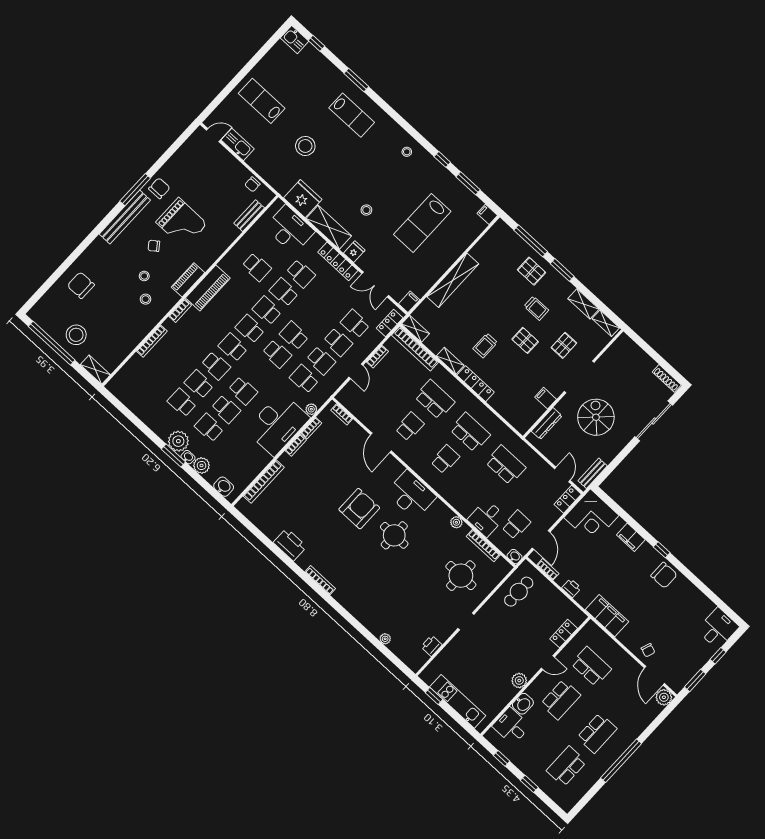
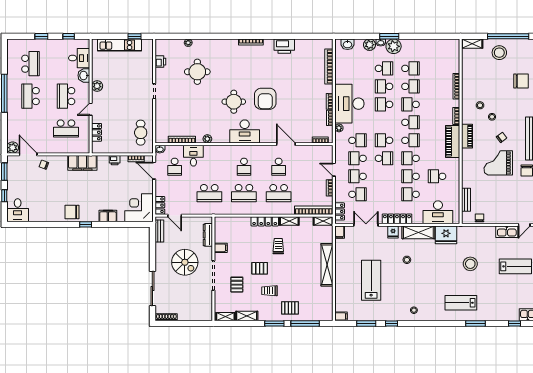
school desk: (284, 292) -> (411, 176), turned 180
school desk: (267, 310) -> (411, 158), turned 180
round table: (461, 576) -> (197, 72), moved

